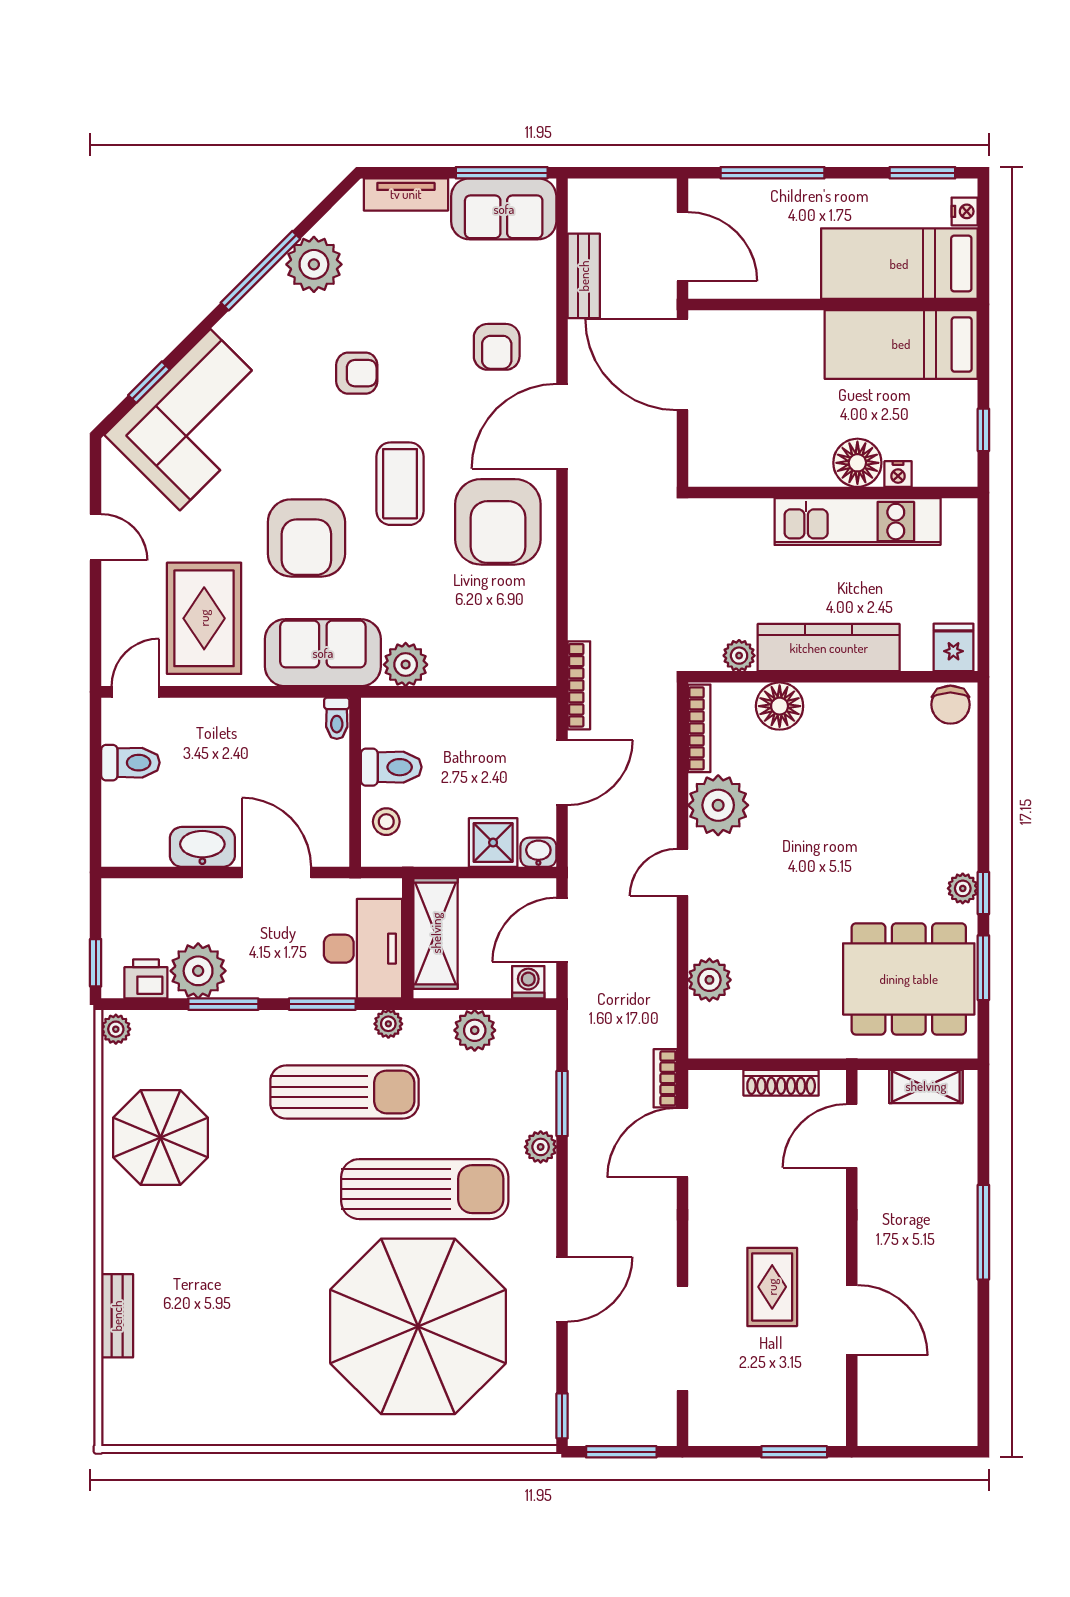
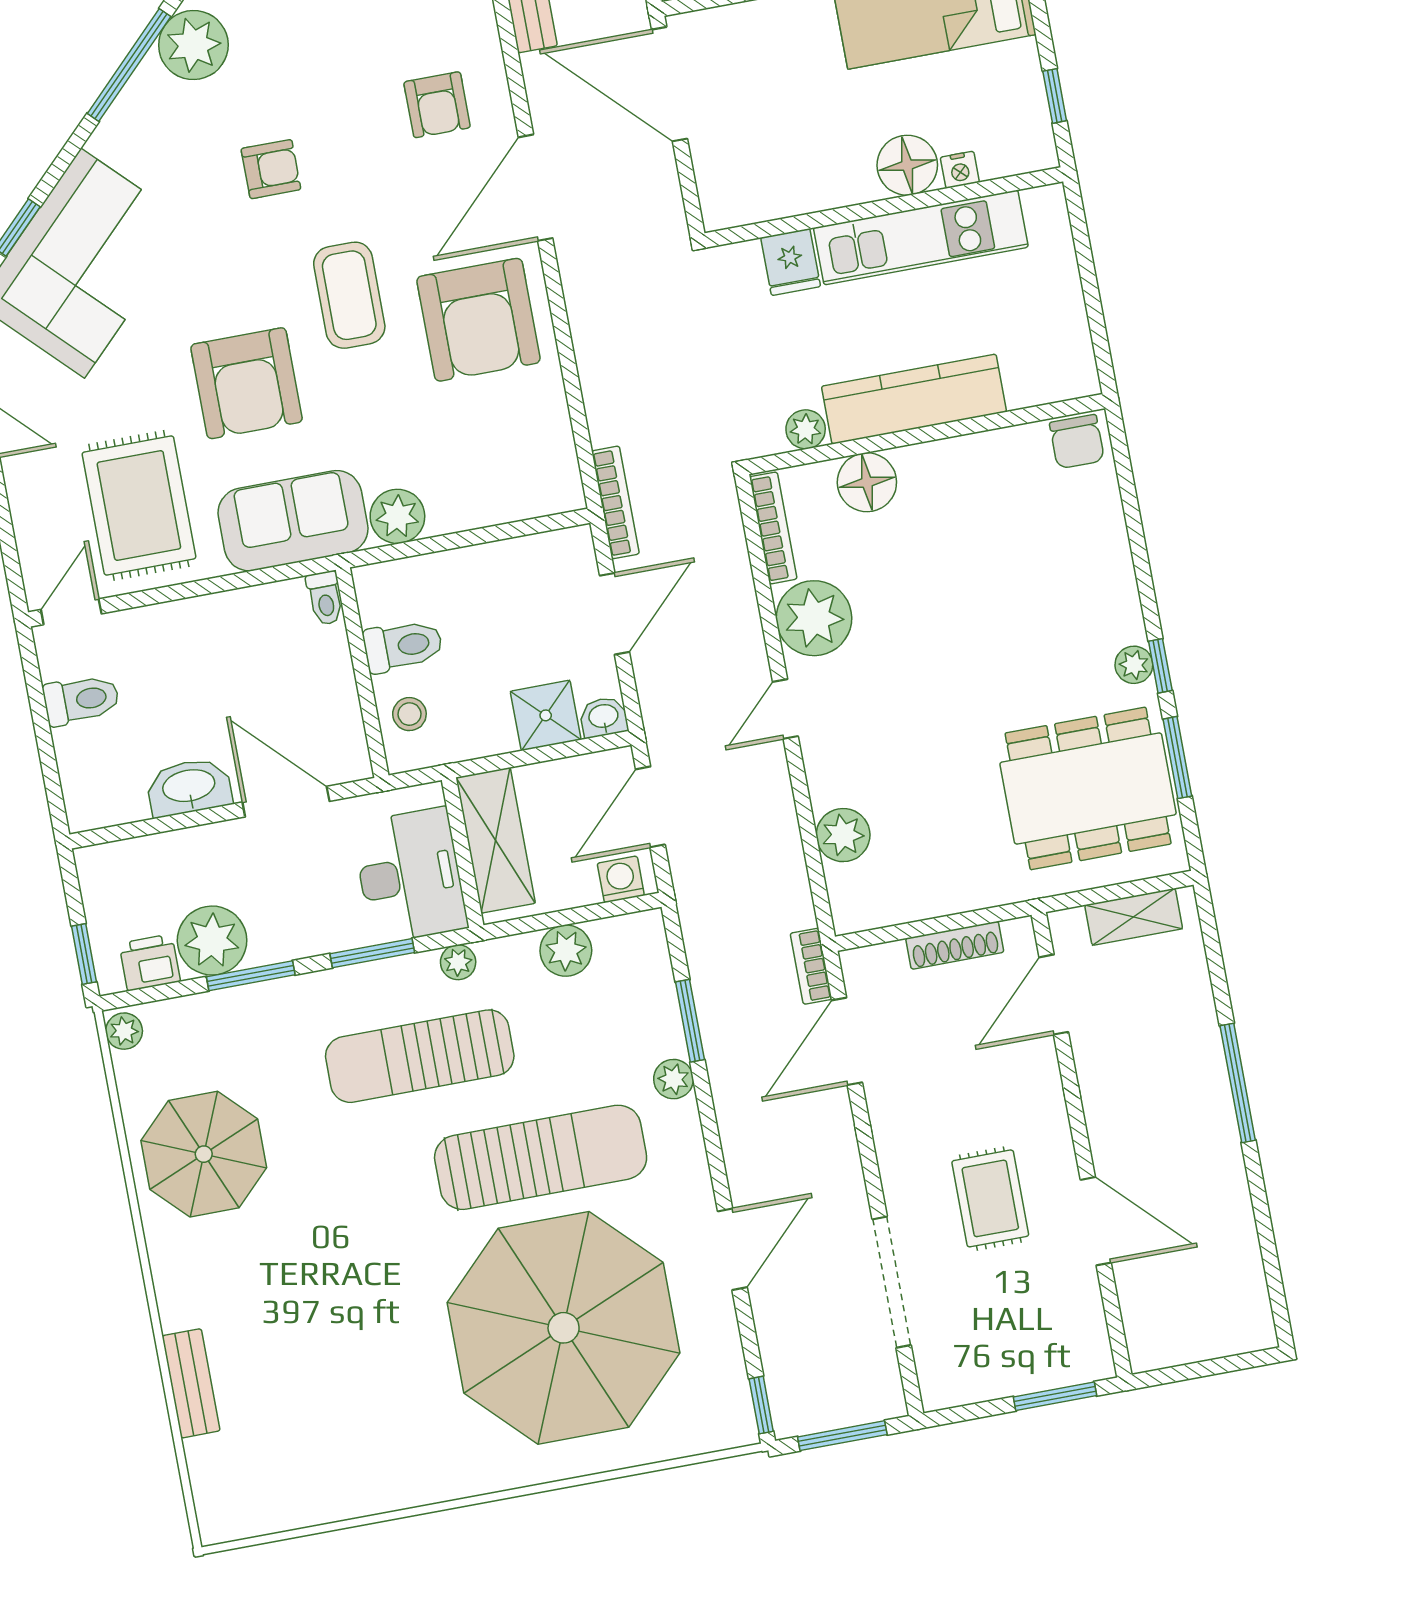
fridge: (953, 647) -> (791, 262), moved, turned 180
sun lounger: (345, 1092) -> (420, 1056), turned 180

